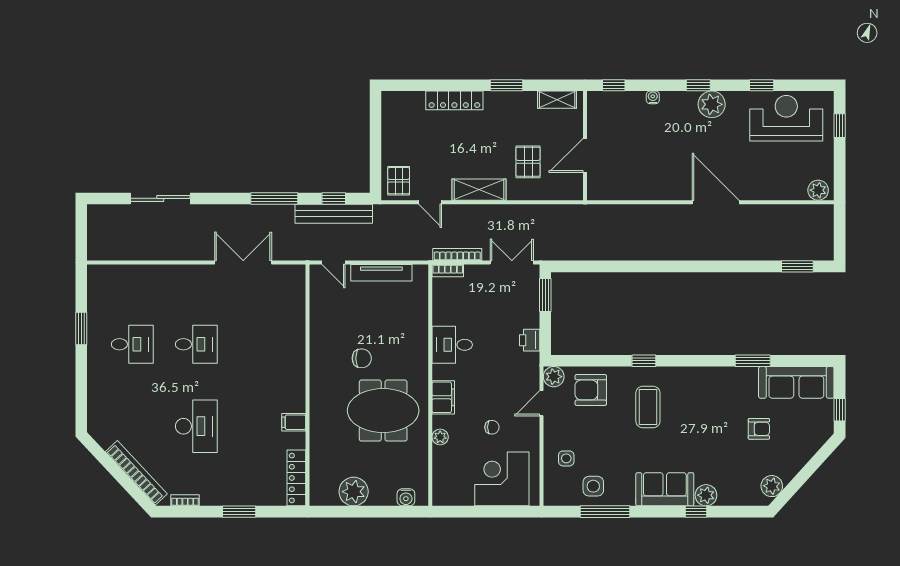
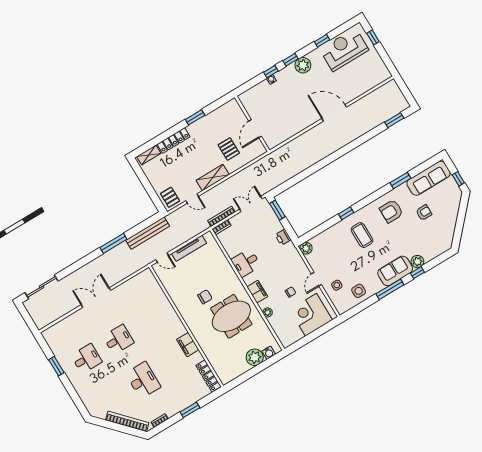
window: (614, 85) -> (271, 72), moved
shelving: (557, 100) -> (149, 155), moved
plant: (818, 190) -> (382, 76), removed
sliding door: (160, 198) -> (42, 287), moved
window: (334, 198) -> (143, 226), removed
double door: (243, 263) -> (96, 298), moved
armchair: (591, 390) -> (391, 211), moved
door: (542, 403) -> (316, 279), moved
filing cabinet: (294, 422) -> (188, 345), width x2.00
plant: (772, 486) -> (447, 237), removed
plant: (354, 492) -> (255, 357), moved
window: (605, 512) -> (390, 289), moved

